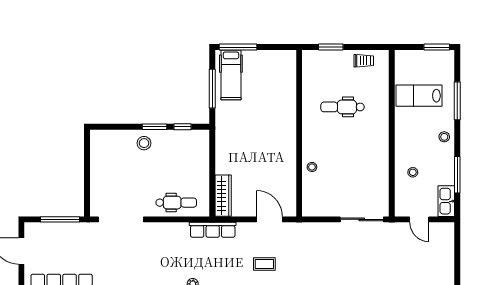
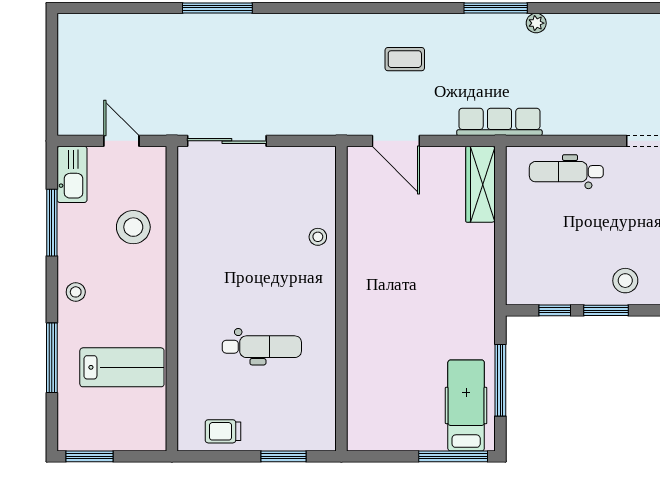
stool: (413, 172) -> (133, 227), width x1.89, depth x1.89

